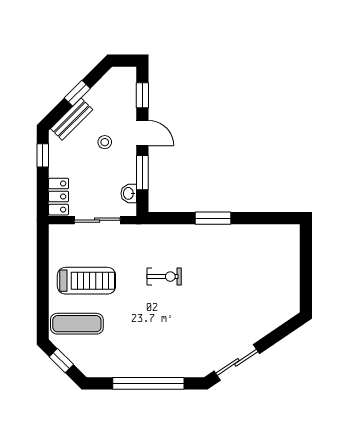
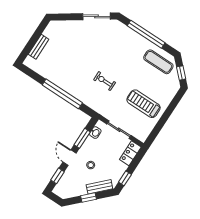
window: (213, 218) -> (62, 94), width x2.11
bench: (292, 264) -> (39, 47), added
exercise mat: (77, 324) -> (158, 62), moved

